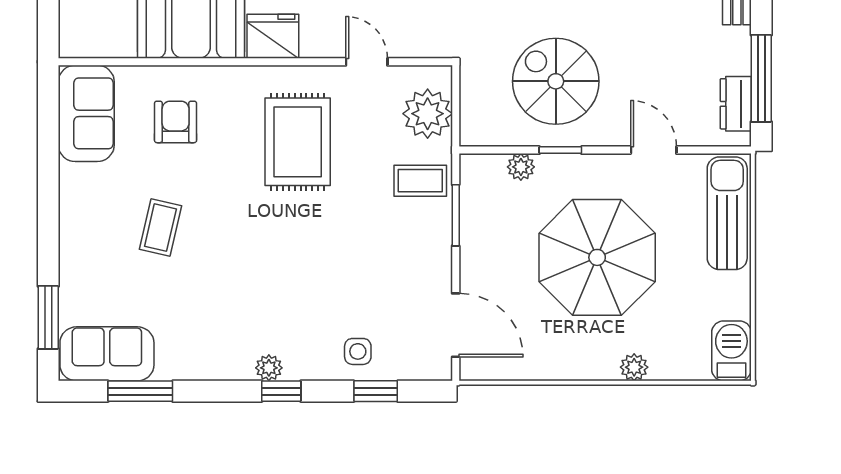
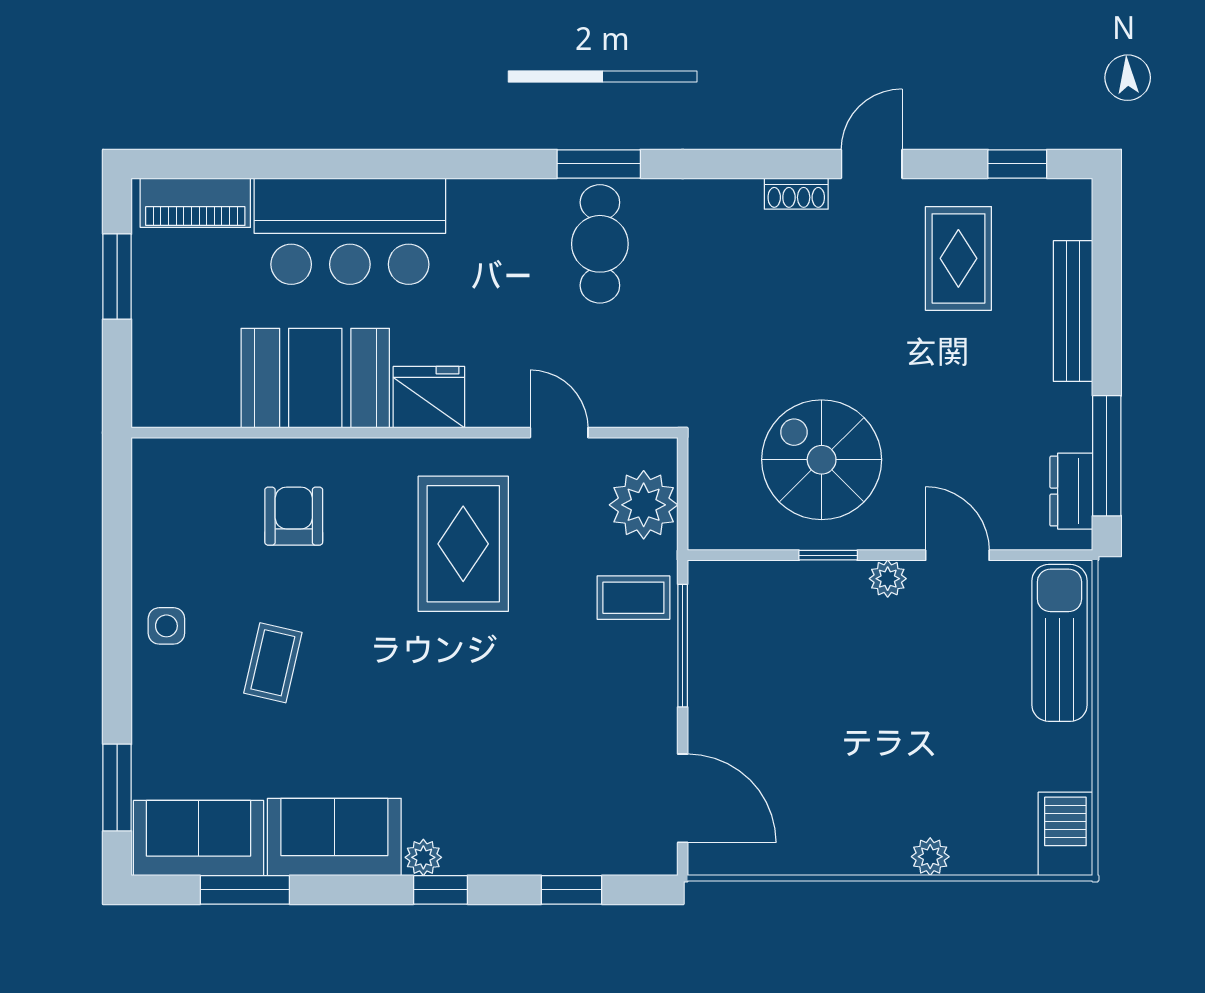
sofa: (86, 113) -> (334, 837), moved, turned -90
plant: (521, 167) -> (888, 579), moved
window: (456, 215) -> (683, 646), width x1.44
parasol: (597, 257) -> (879, 704), removed
side table: (358, 351) -> (166, 626), moved

